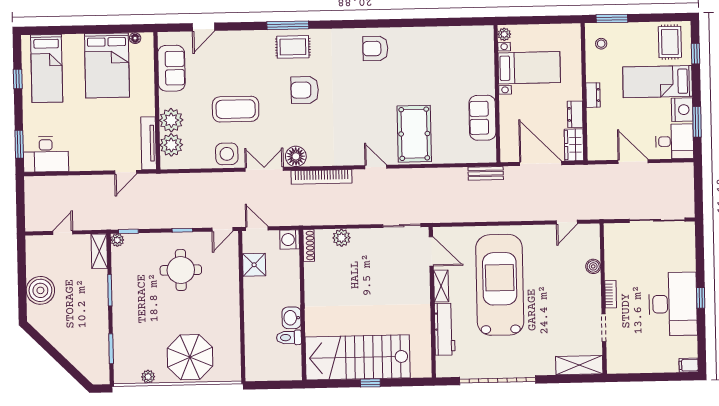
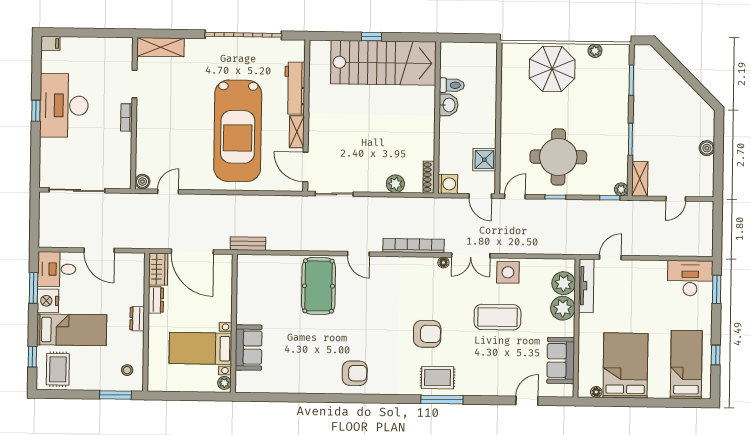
sofa: (482, 118) -> (249, 348), moved
floor lamp: (296, 156) -> (443, 263), width x0.53, depth x0.53
boiler: (593, 266) -> (142, 182), moved
round table: (181, 270) -> (558, 157), width x1.36, depth x1.36
boiler: (40, 290) -> (707, 148), width x0.54, depth x0.54

